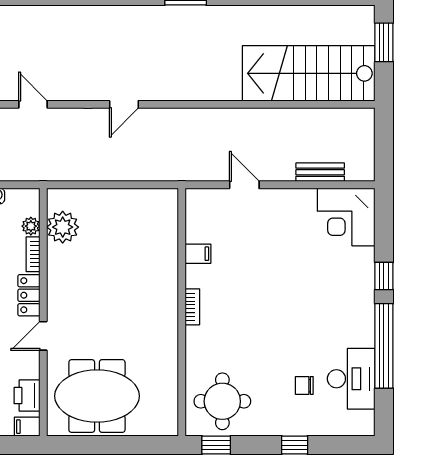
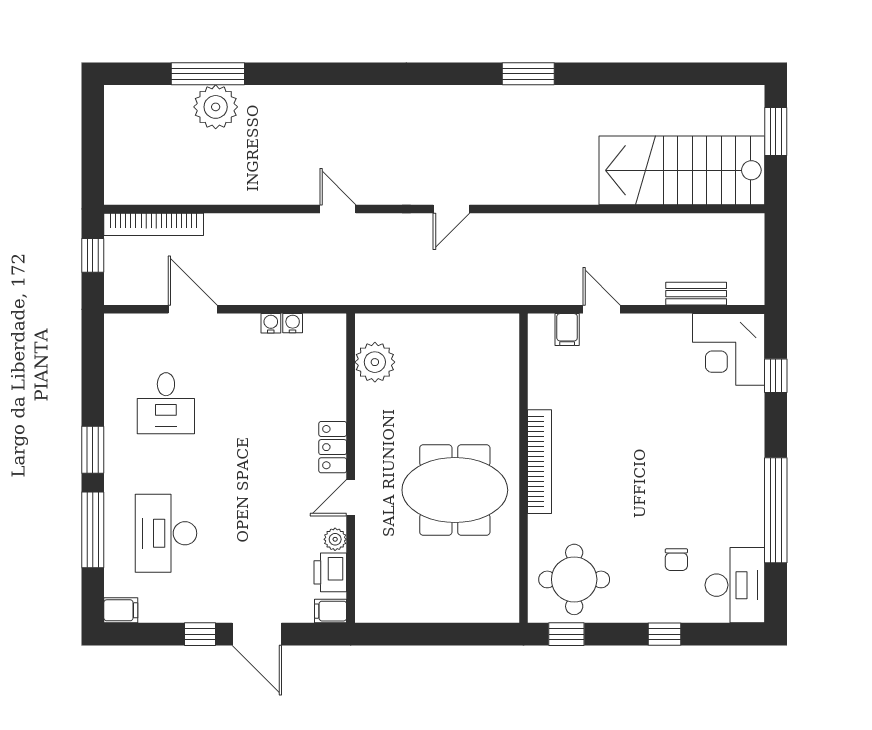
plant: (31, 226) -> (335, 539), moved
bookcase: (33, 254) -> (338, 396), removed
filing cabinet: (198, 254) -> (567, 330), moved, turned 90
window: (384, 276) -> (776, 376), moved
bookcase: (192, 307) -> (539, 462), width x2.31, depth x1.31
desk: (351, 379) -> (735, 585), moved
chair: (304, 385) -> (676, 560), turned -90
meeting table: (97, 396) -> (455, 490), moved

